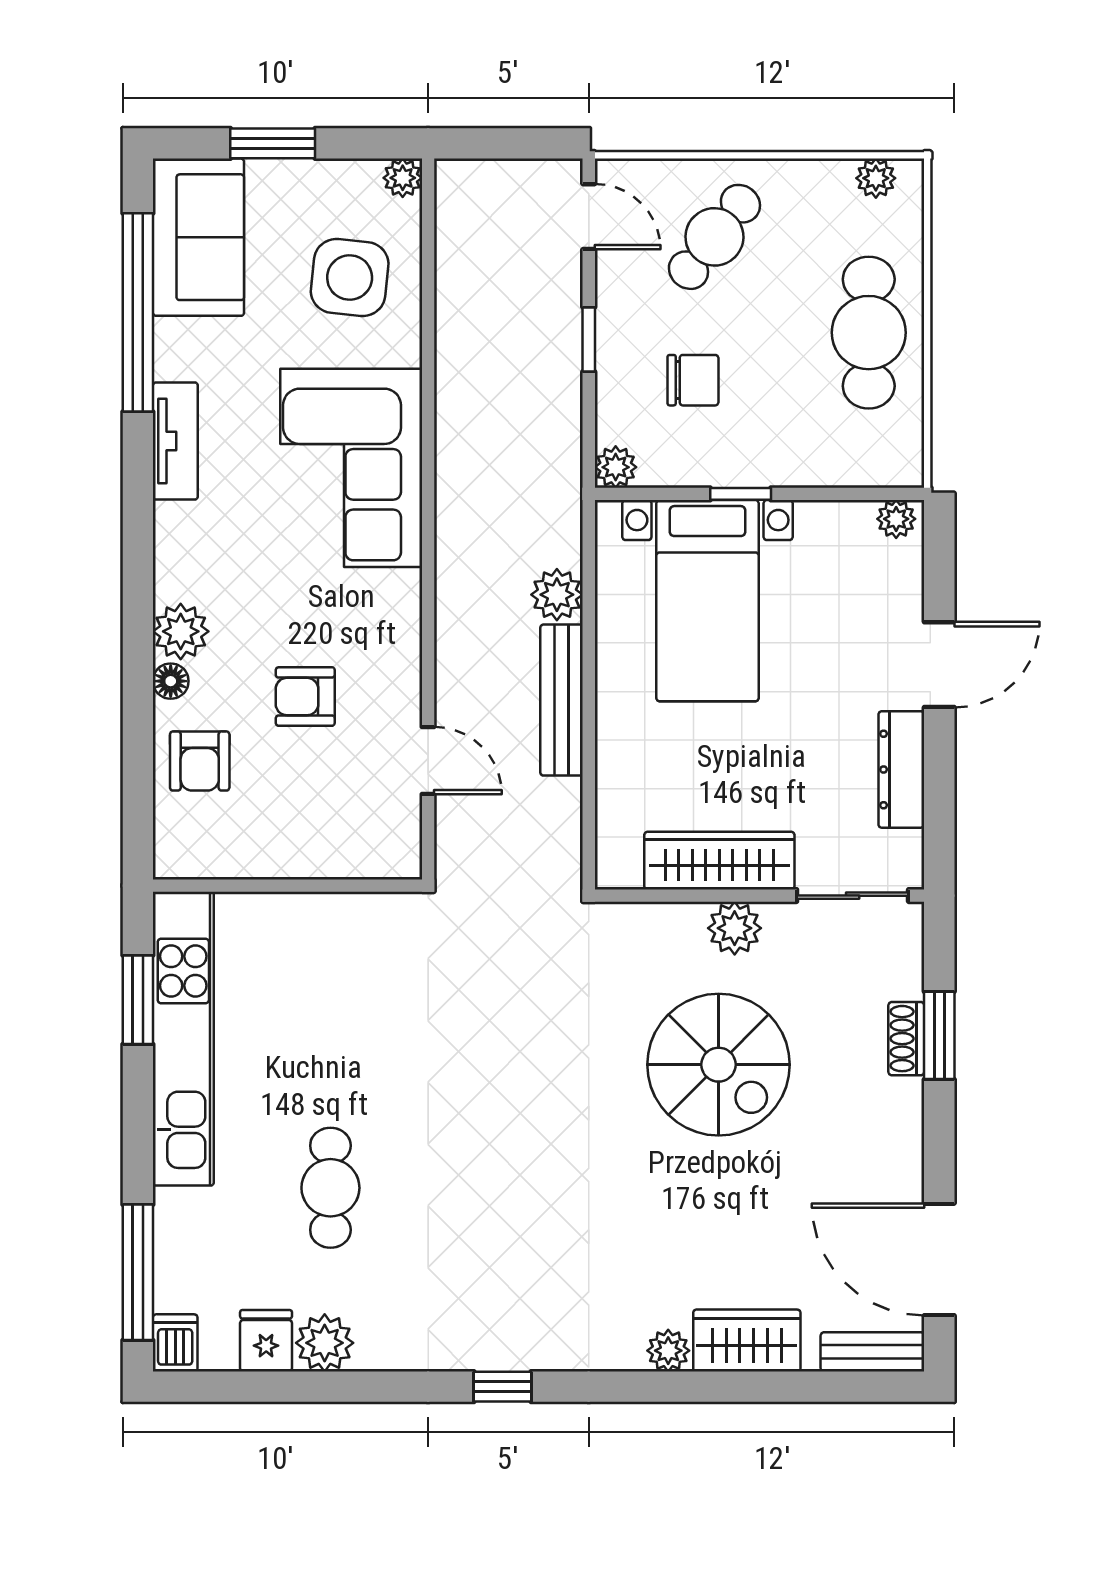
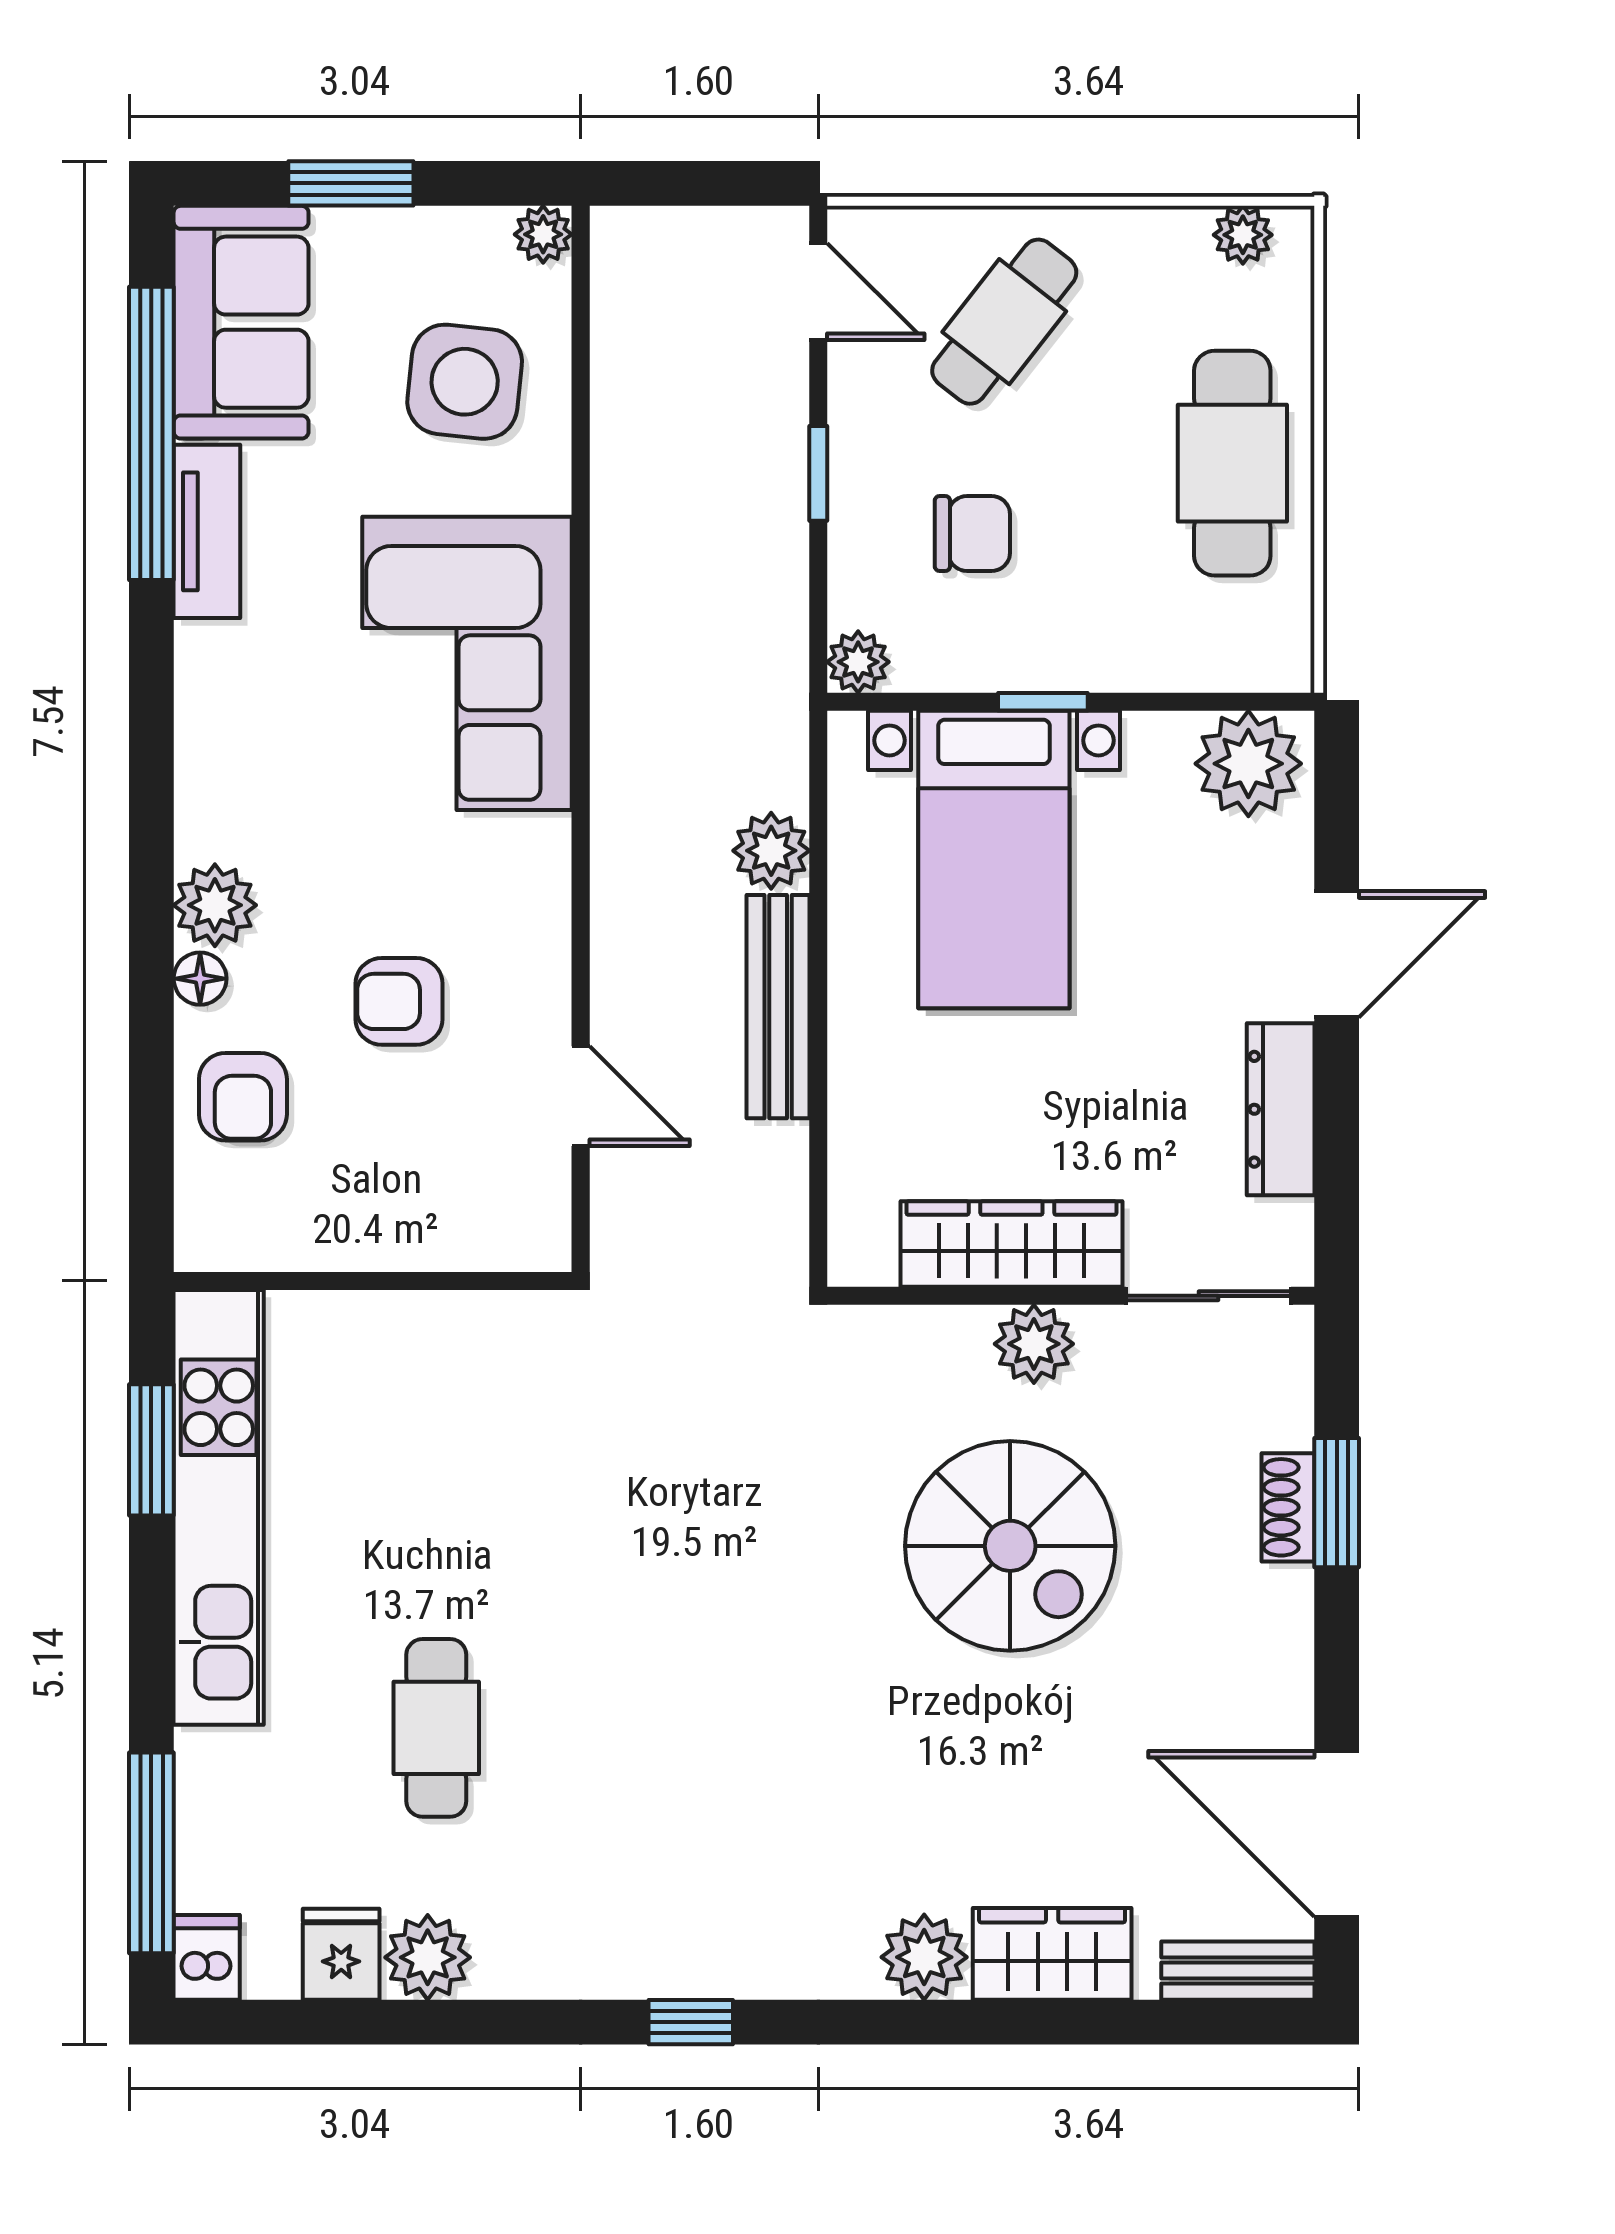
tv unit: (175, 441) -> (207, 531), moved
plant: (896, 519) -> (1248, 764), width x1.88, depth x1.88
plant: (668, 1351) -> (924, 1957), width x1.38, depth x1.38

